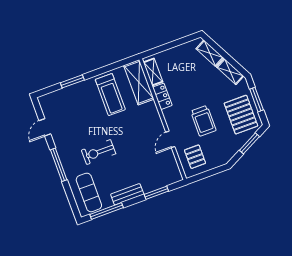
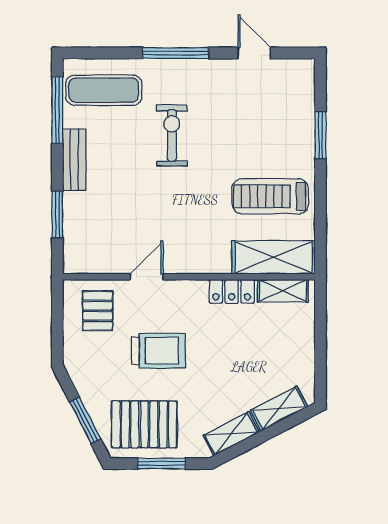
trolley: (203, 121) -> (158, 351), turned 180
door: (170, 139) -> (147, 277), hinge flipped
pallet: (195, 157) -> (98, 311), turned 90

